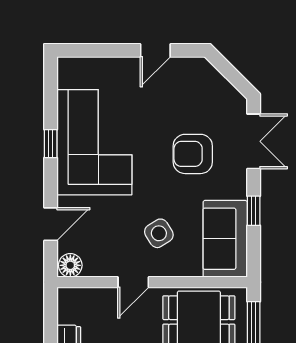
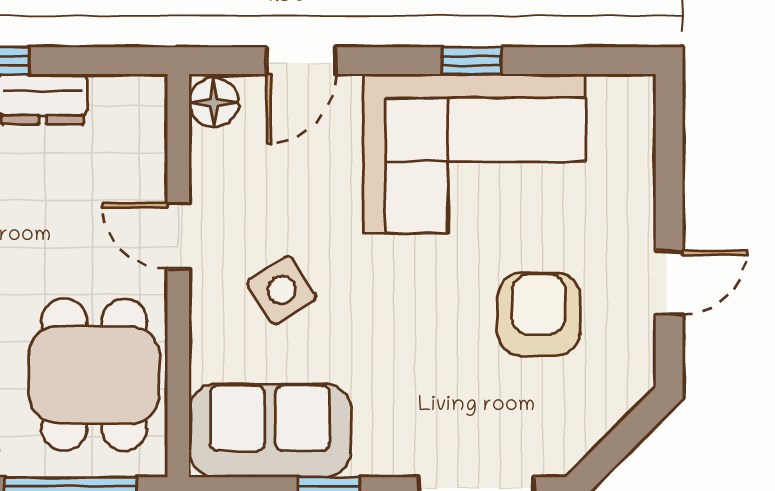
door: (155, 50) -> (669, 283), swing flipped
armchair: (193, 154) -> (539, 314), moved
door: (51, 224) -> (301, 61), hinge flipped

